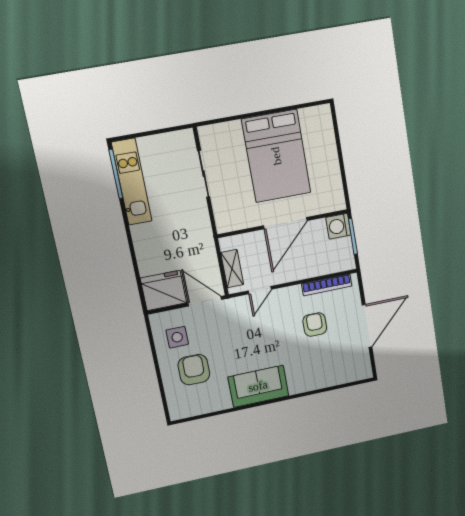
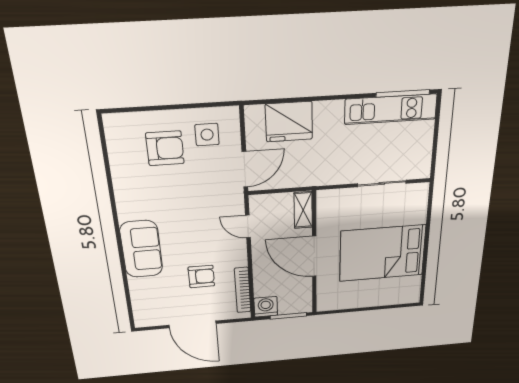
washing machine: (338, 226) -> (266, 307), moved
shelving: (232, 269) -> (303, 210), moved, turned 90
fridge: (164, 291) -> (289, 122), moved, turned 90
sofa: (258, 386) -> (141, 249), moved

